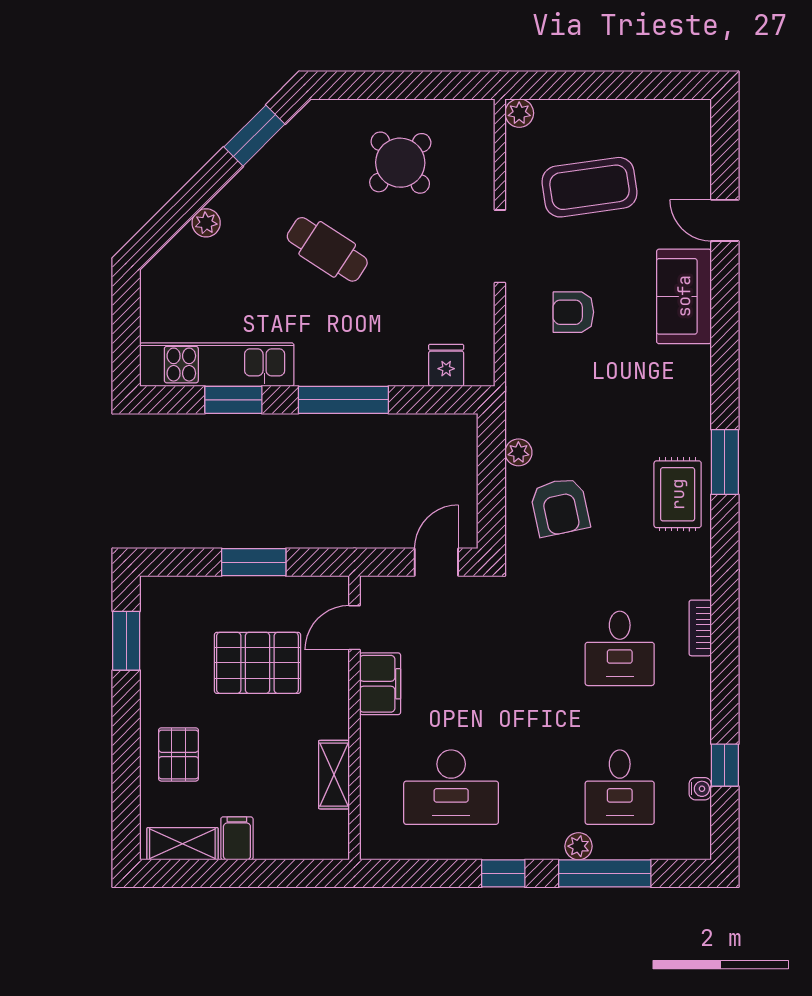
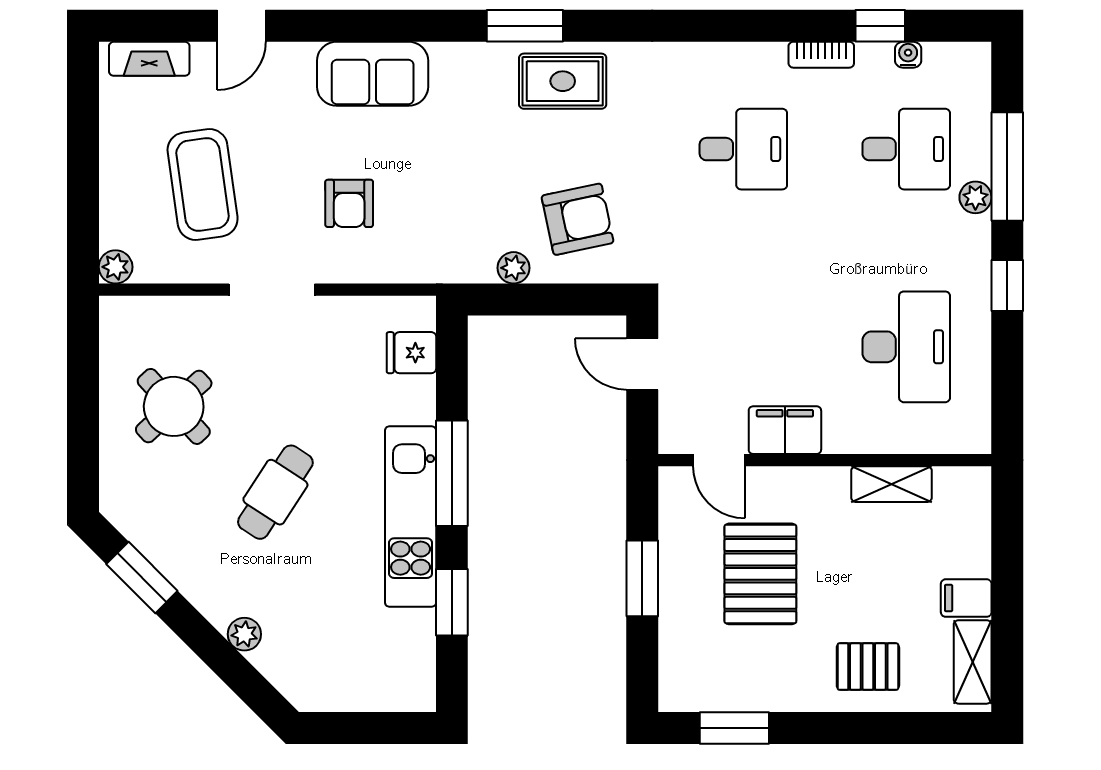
fireplace: (697, 142) -> (149, 59), added
sofa: (684, 296) -> (373, 74), moved
kitchen unit: (217, 365) -> (411, 517), moved
bookcase: (700, 628) -> (821, 55), moved

